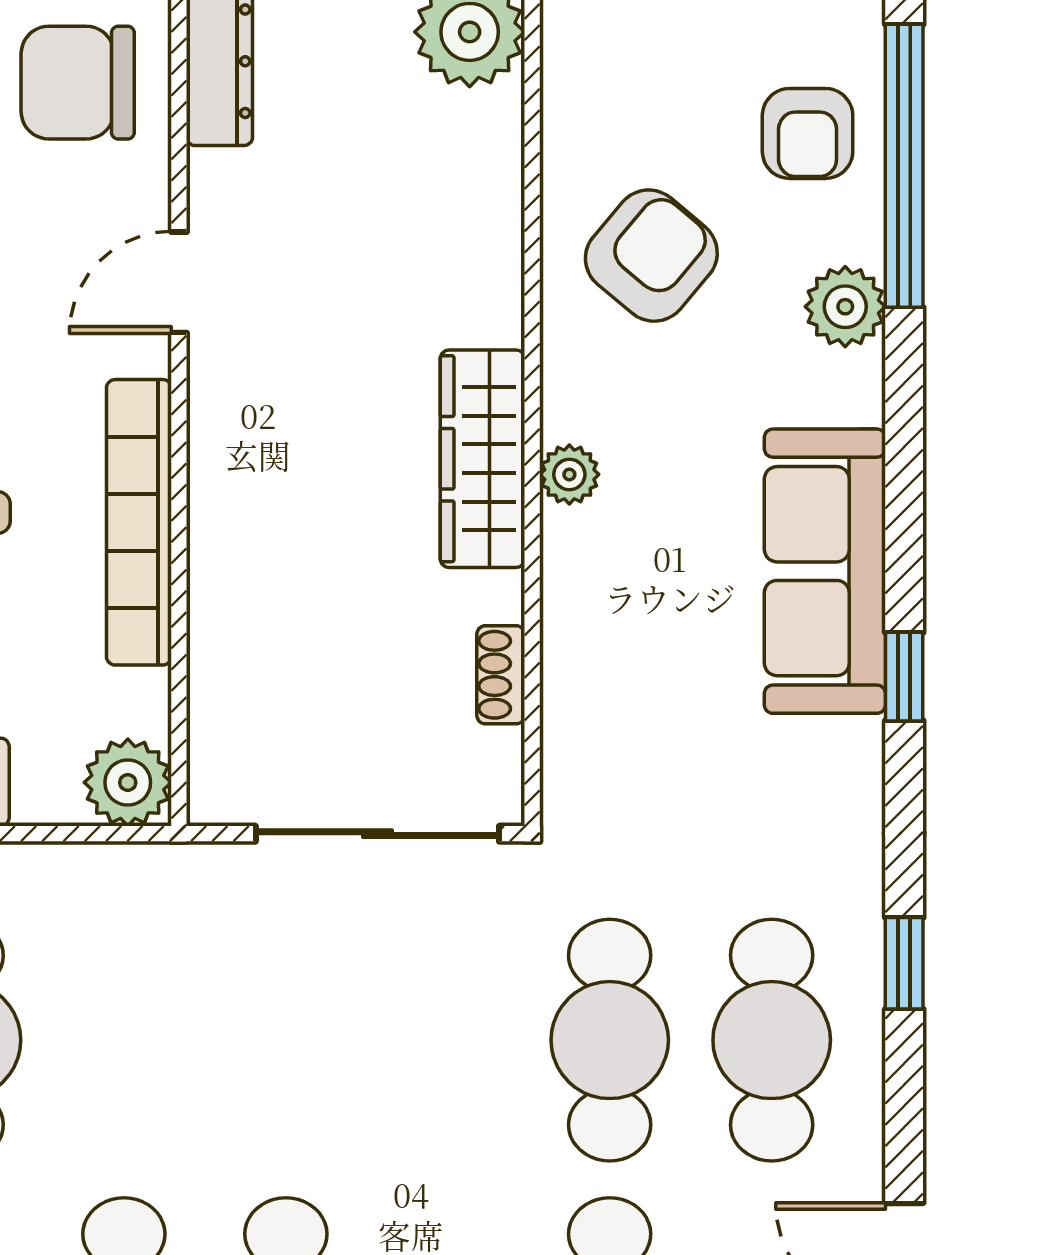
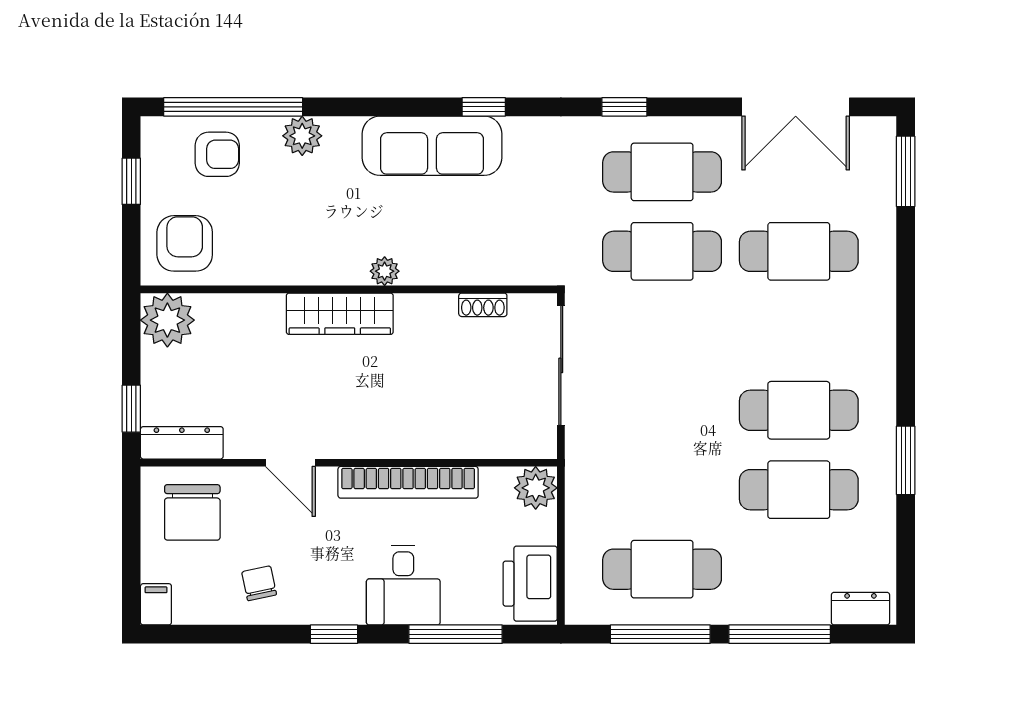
armchair: (651, 256) -> (185, 243), moved, turned 50
wardrobe: (483, 459) -> (340, 314), moved

